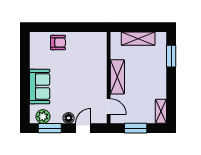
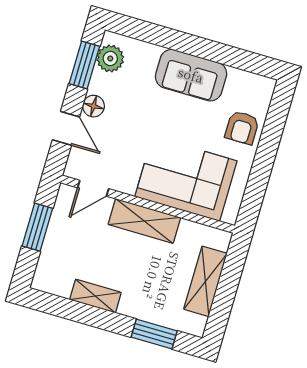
corner sofa: (91, 63) -> (186, 179), added
sofa: (40, 86) -> (191, 75), moved
shelving: (161, 111) -> (95, 296), moved

